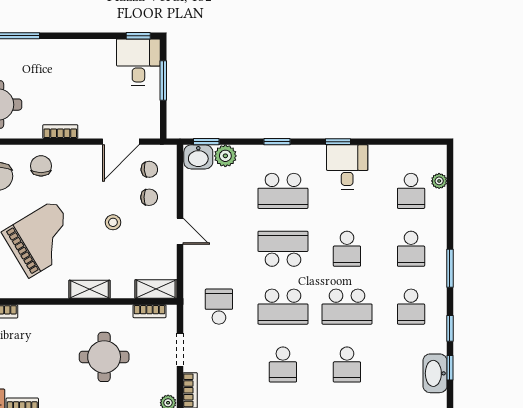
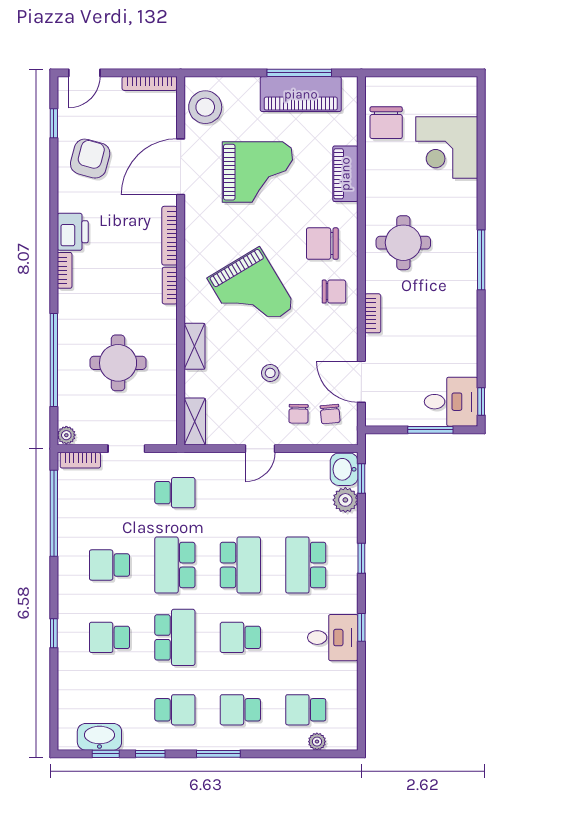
school desk: (347, 307) -> (175, 637), turned 180
school desk: (411, 307) -> (175, 710), turned 180
bookcase: (149, 311) -> (170, 286), moved

